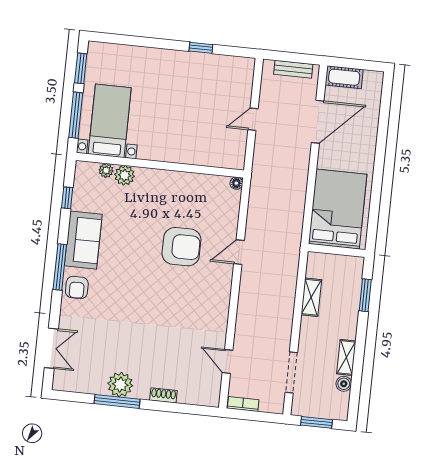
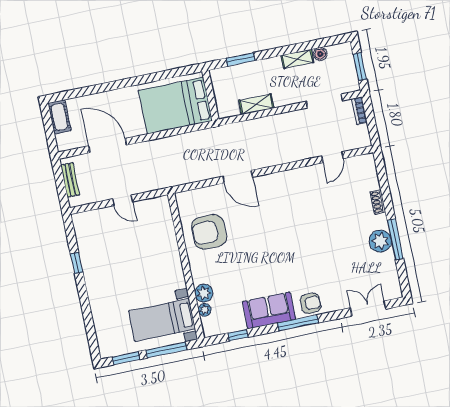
cot: (344, 77) -> (59, 117), moved
floor lamp: (236, 183) -> (181, 197), removed
armchair: (181, 247) -> (209, 232), moved, turned -90
door: (239, 252) -> (238, 177), width x1.38
bookcase: (243, 404) -> (359, 111), moved

